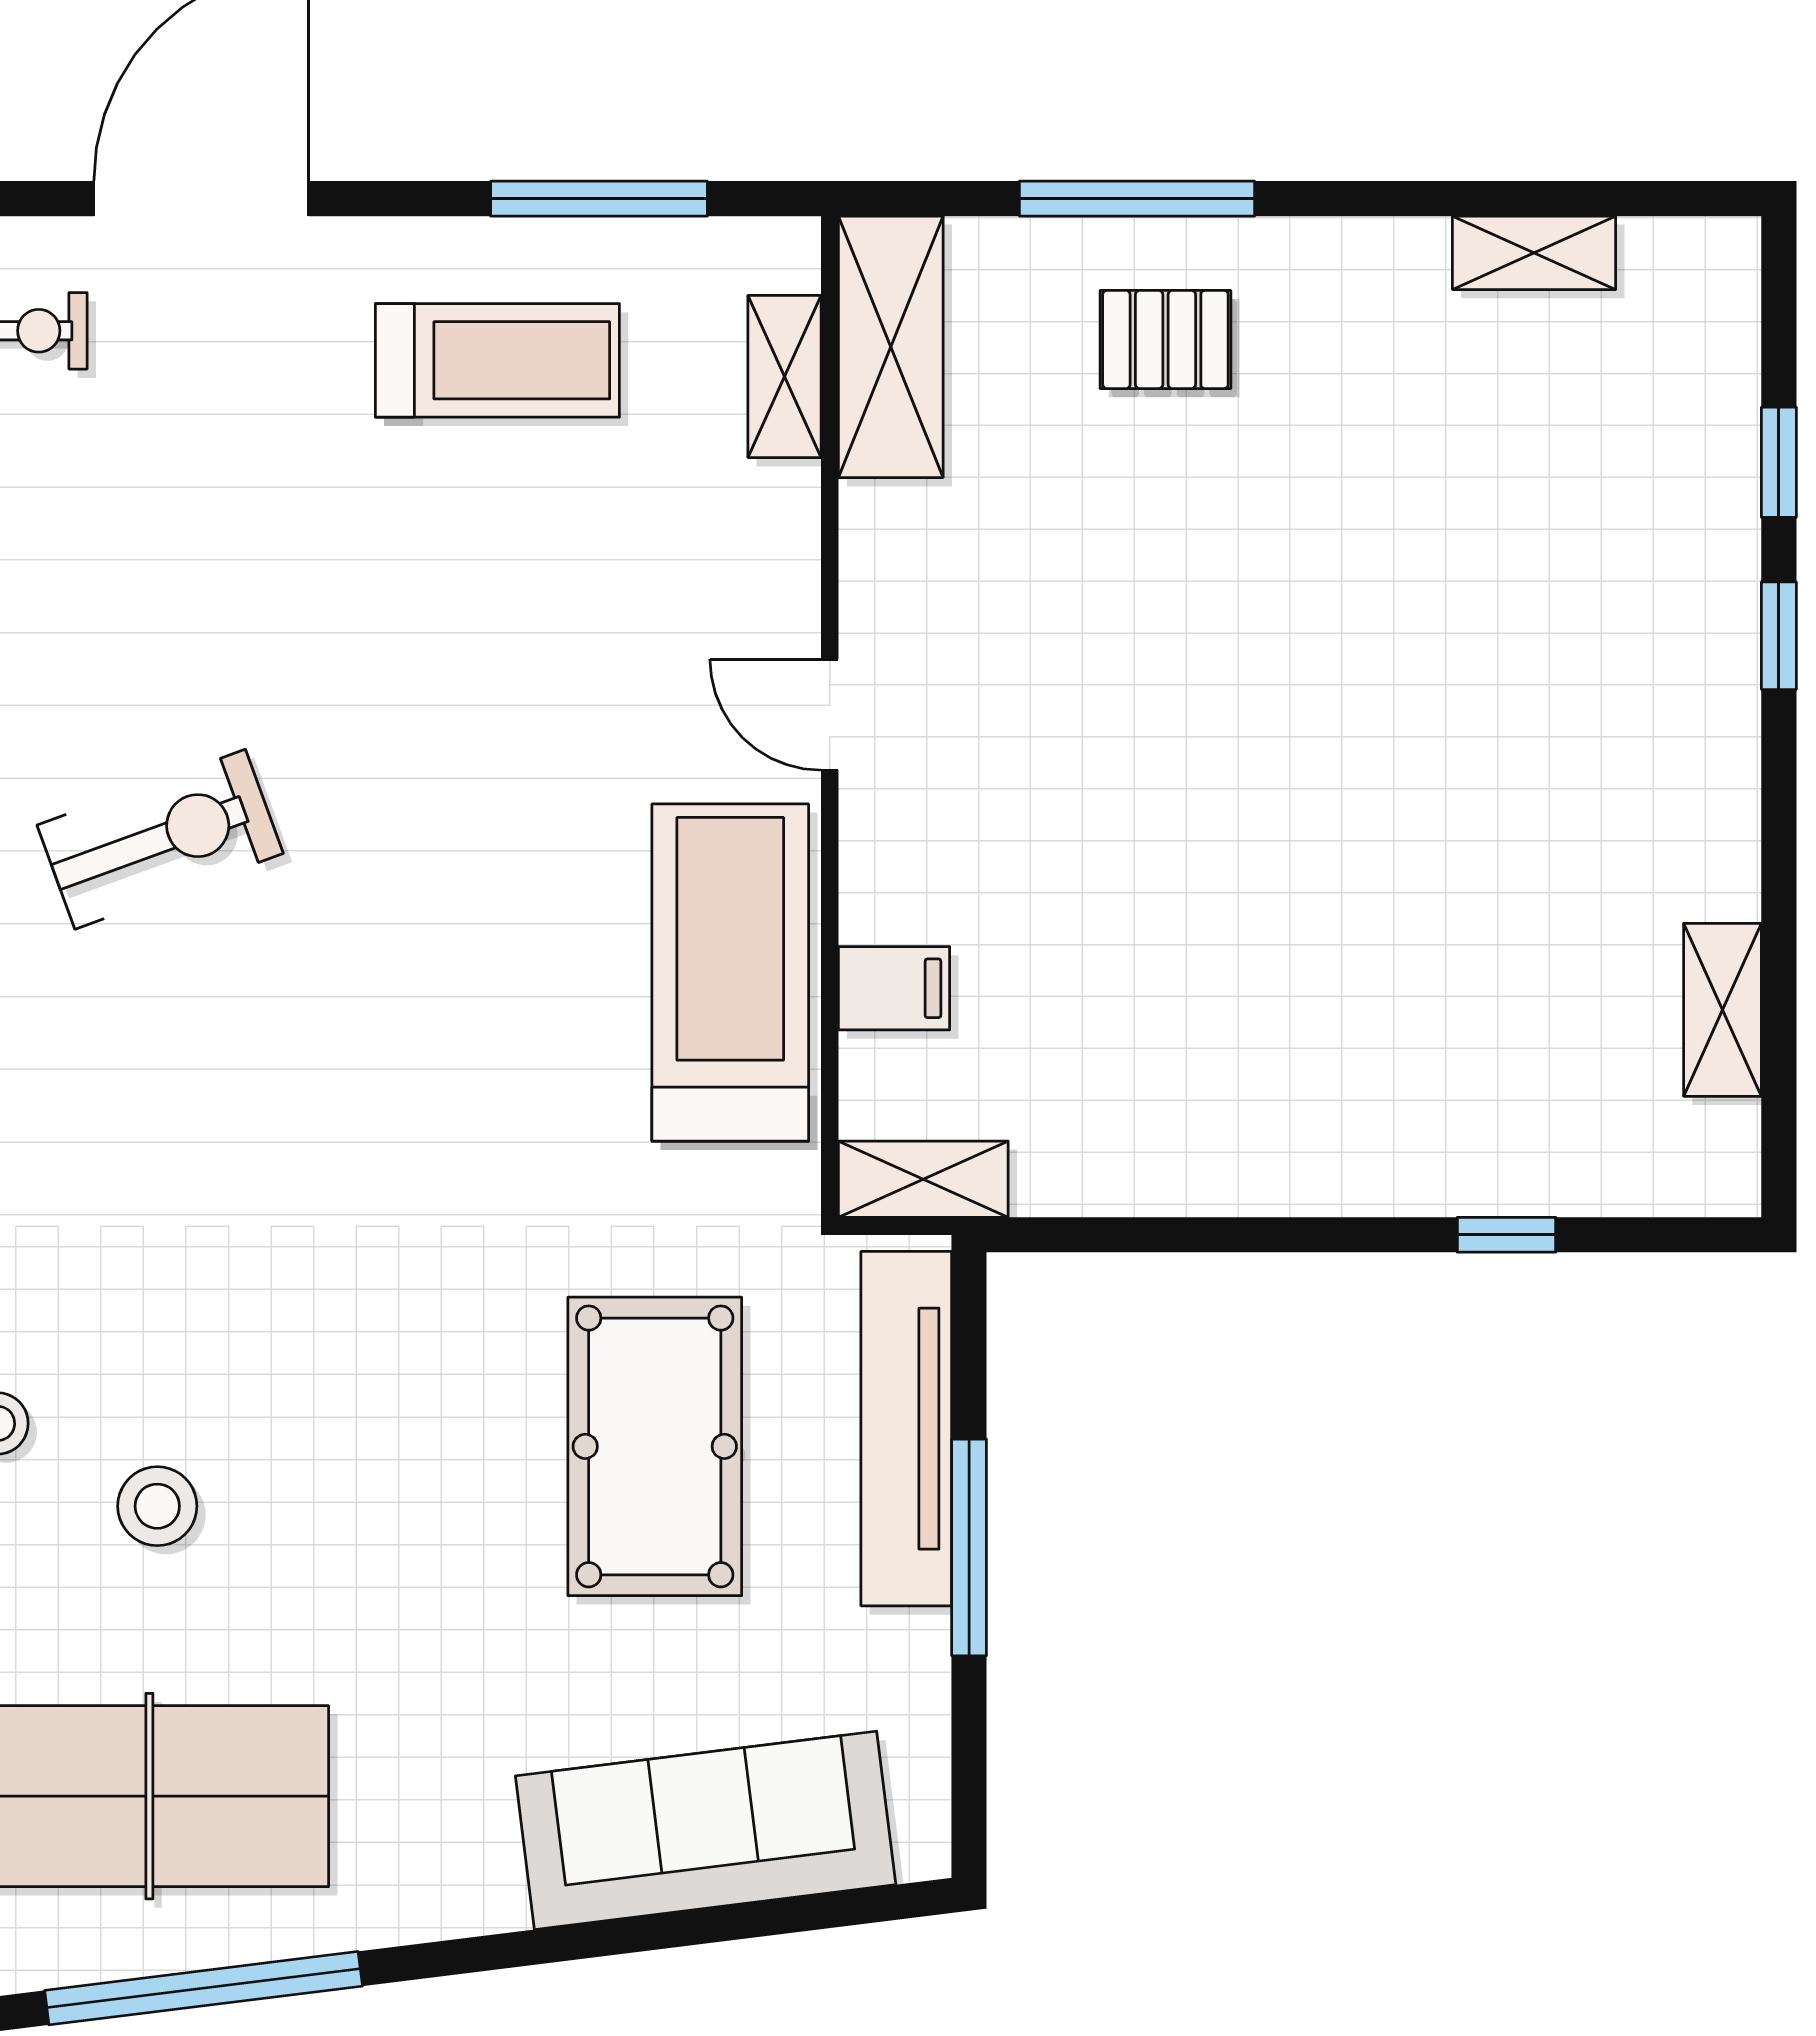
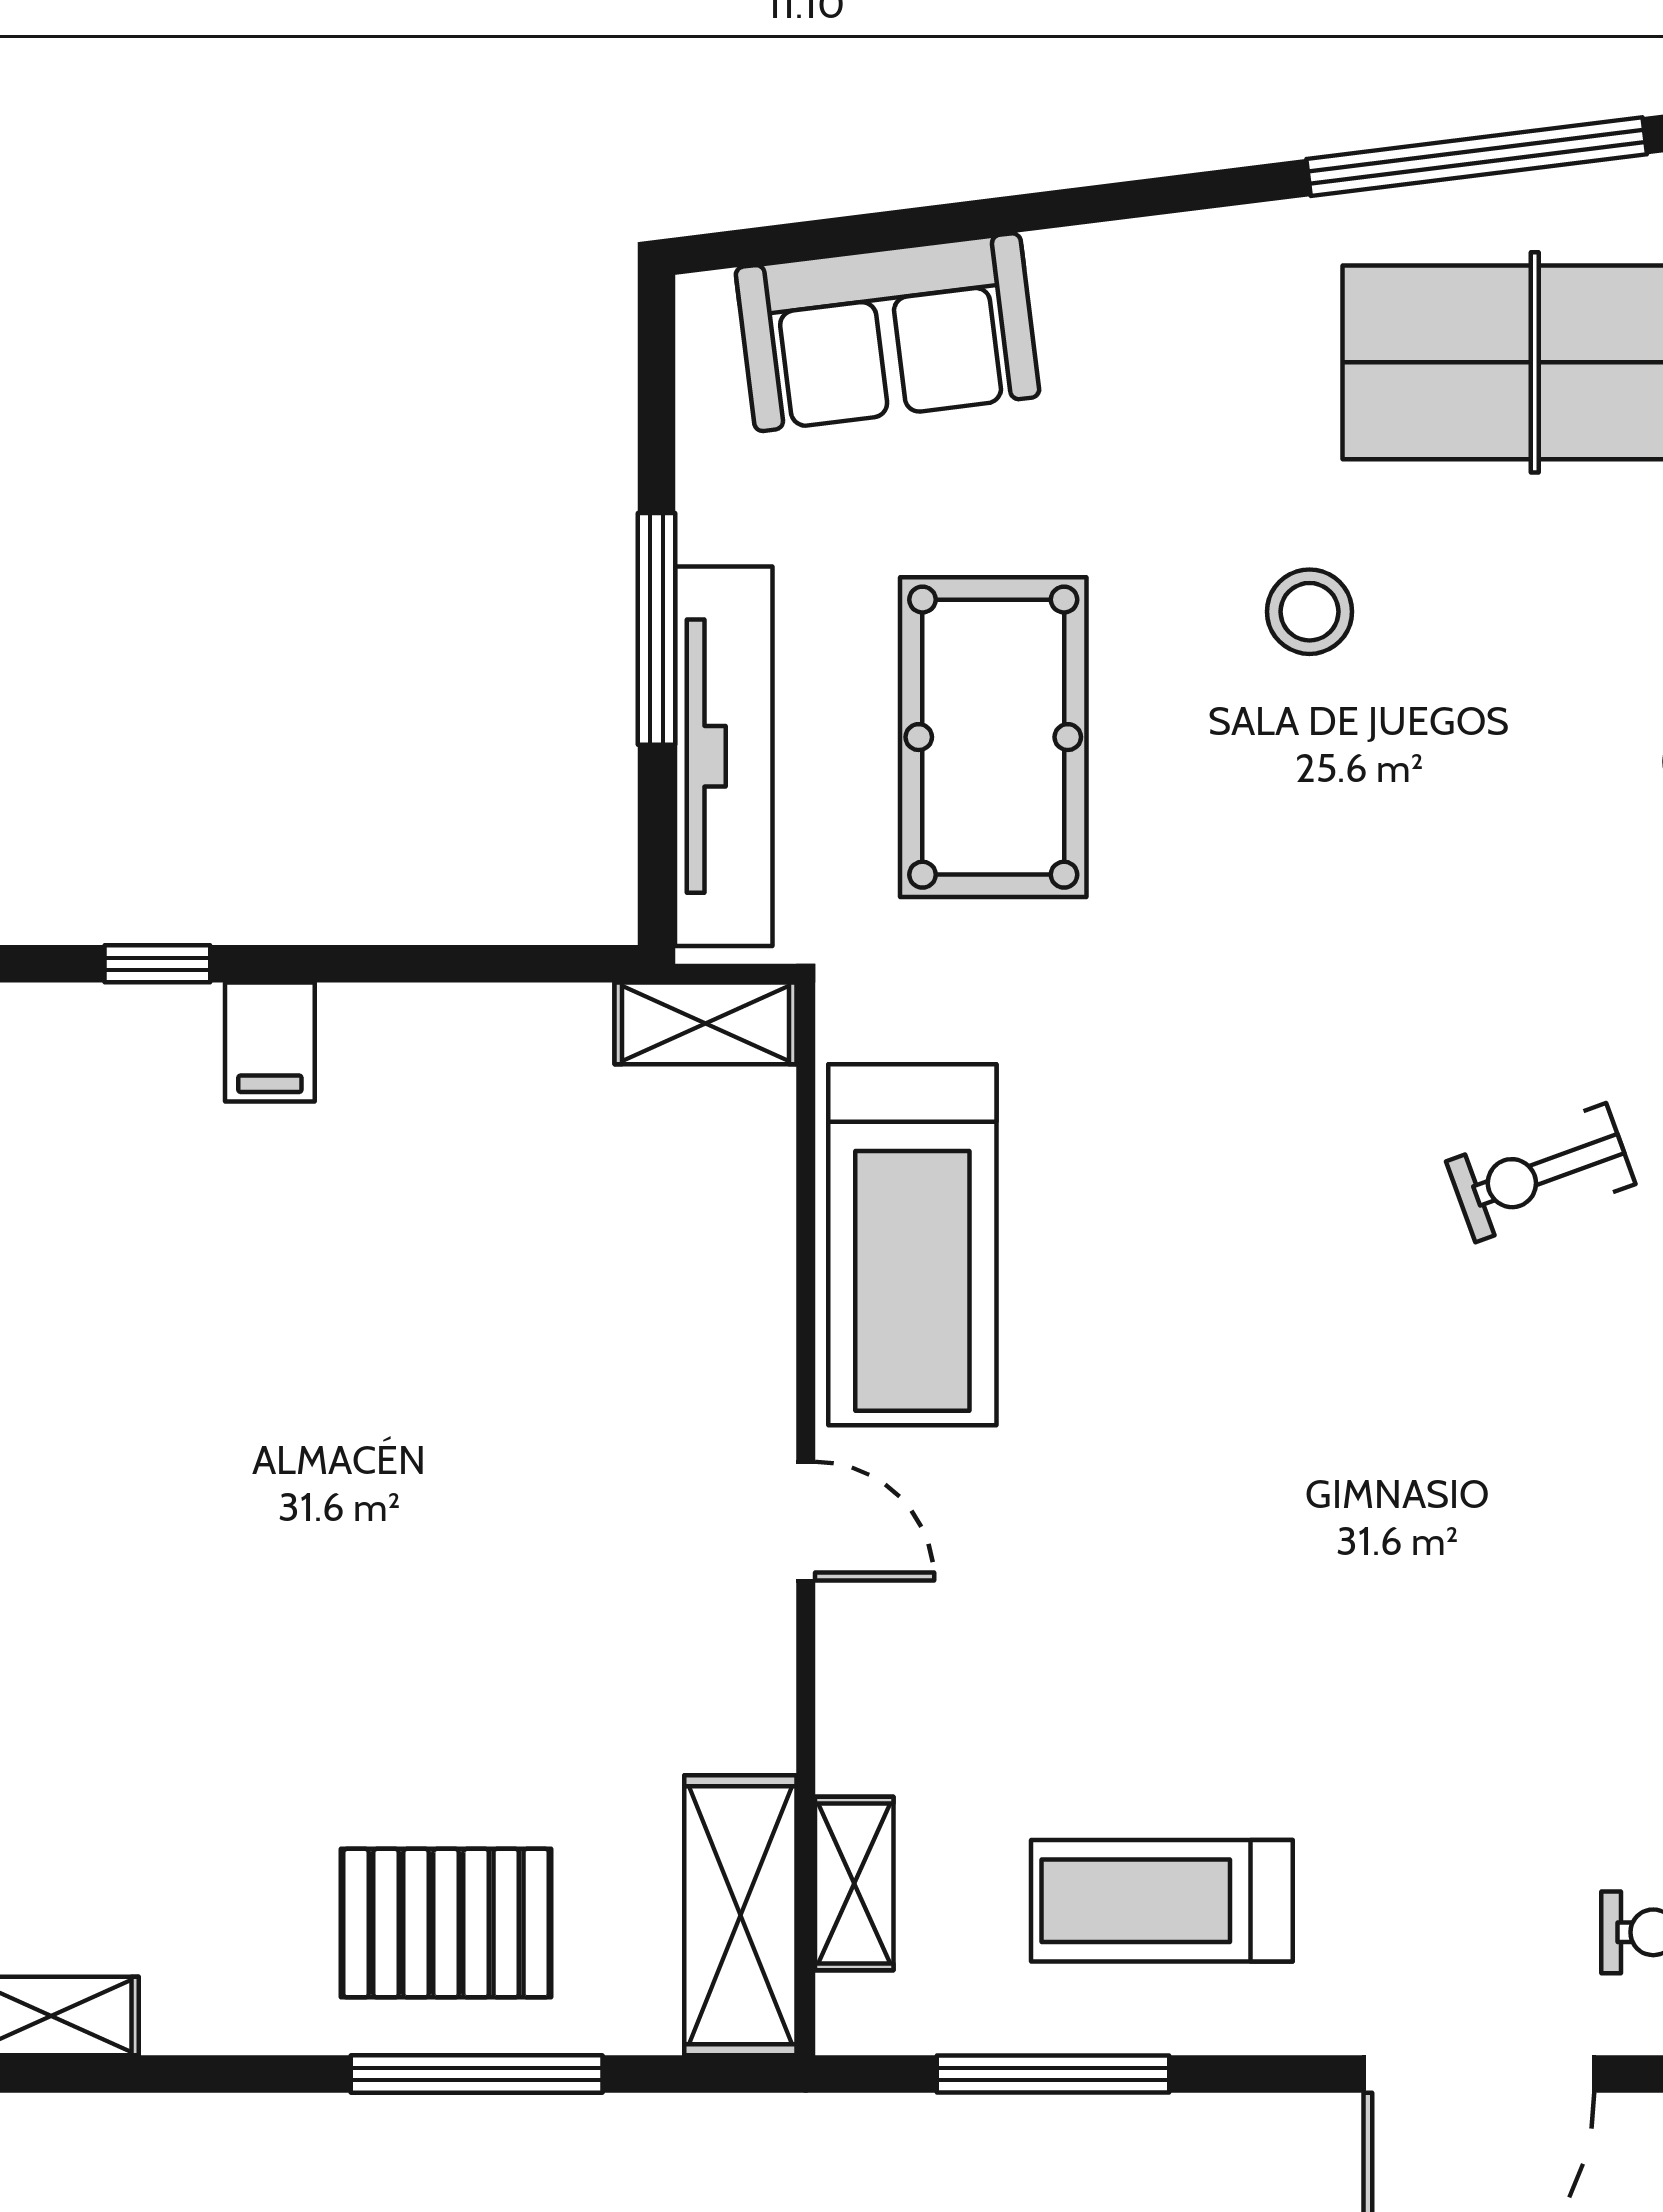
pallet: (1165, 340) -> (446, 1923), width x1.50, depth x1.42
exercise bike: (160, 839) -> (1541, 1173), moved, width x0.73, depth x0.72
filing cabinet: (894, 988) -> (270, 1042), moved, turned -90
window: (1507, 1235) -> (157, 964), moved
stool: (157, 1506) -> (1309, 612), moved
sofa: (706, 1830) -> (887, 332), width x0.73

